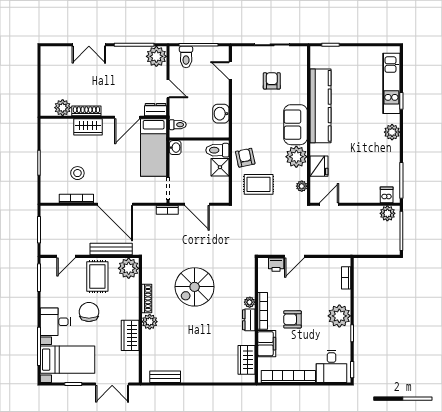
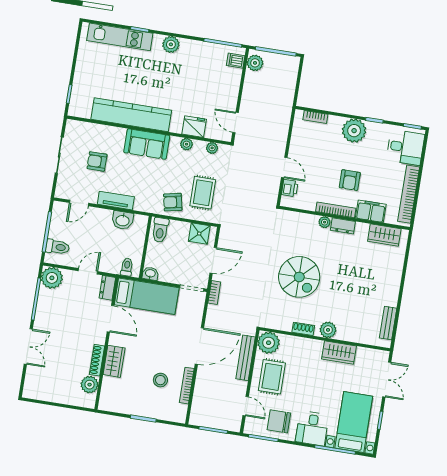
tv unit: (238, 104) -> (116, 201), added
plant: (296, 157) -> (187, 144), width x0.53, depth x0.53
shower: (220, 167) -> (199, 234), moved
rug: (97, 277) -> (272, 377), turned 90
shoe rack: (147, 298) -> (303, 329), width x0.70
chair: (89, 312) -> (279, 421), moved

